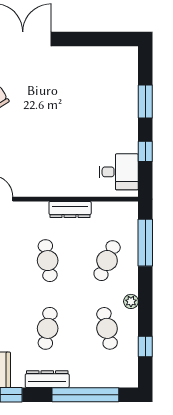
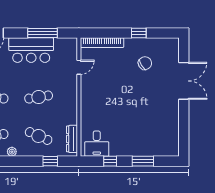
dresser: (70, 209) -> (72, 139), moved
window: (145, 243) -> (50, 161), width x0.46

